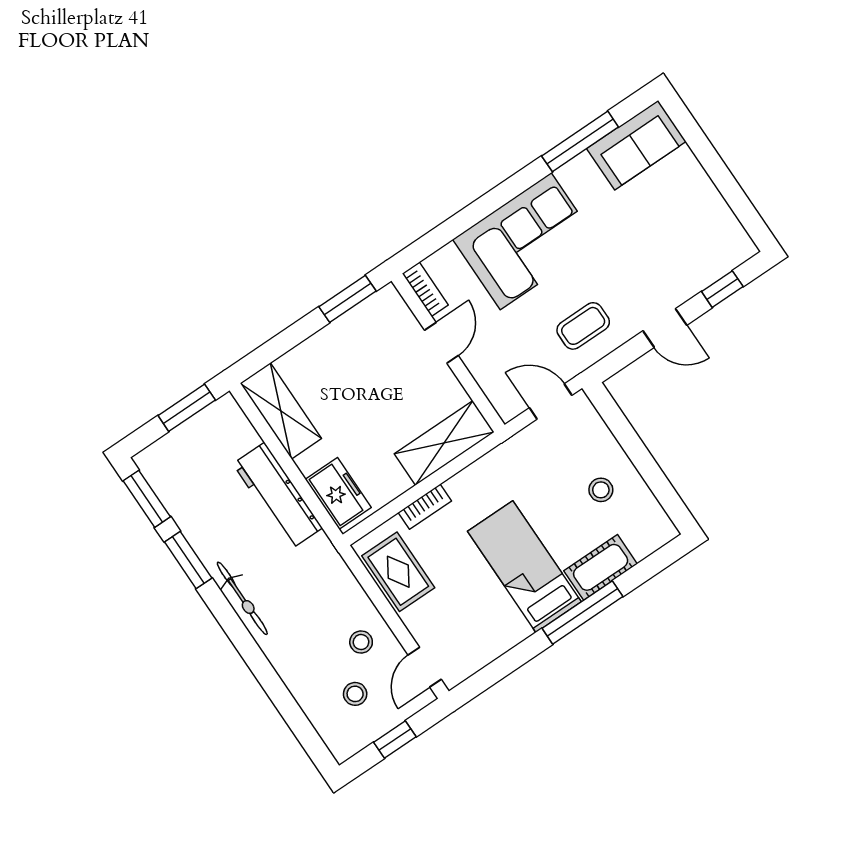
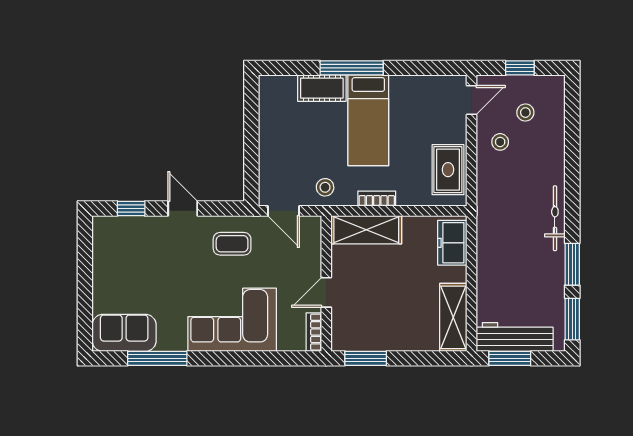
stool: (601, 490) -> (325, 187), moved
workbench: (278, 496) -> (515, 337), moved, turned -90
bookcase: (425, 507) -> (377, 199), moved

